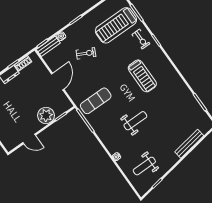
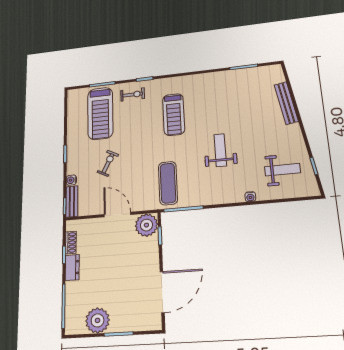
treadmill: (142, 76) -> (174, 115), turned 90
plant: (46, 115) -> (146, 225), moved
door: (29, 139) -> (162, 292), width x1.87
weight bench: (144, 166) -> (282, 170), turned -90

